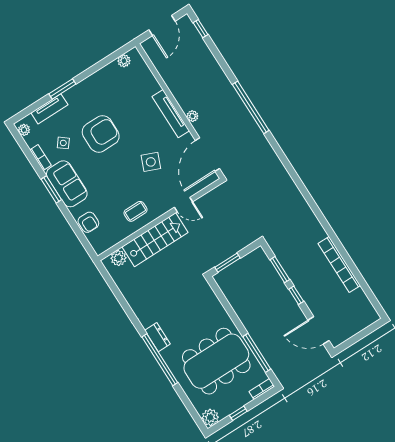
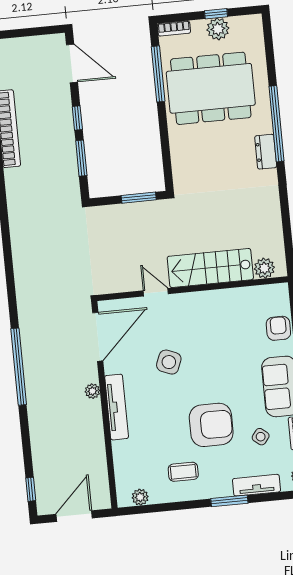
armchair: (101, 134) -> (211, 425), turned 180
coffee table: (135, 211) -> (183, 472), moved
plant: (210, 417) -> (218, 29), moved

